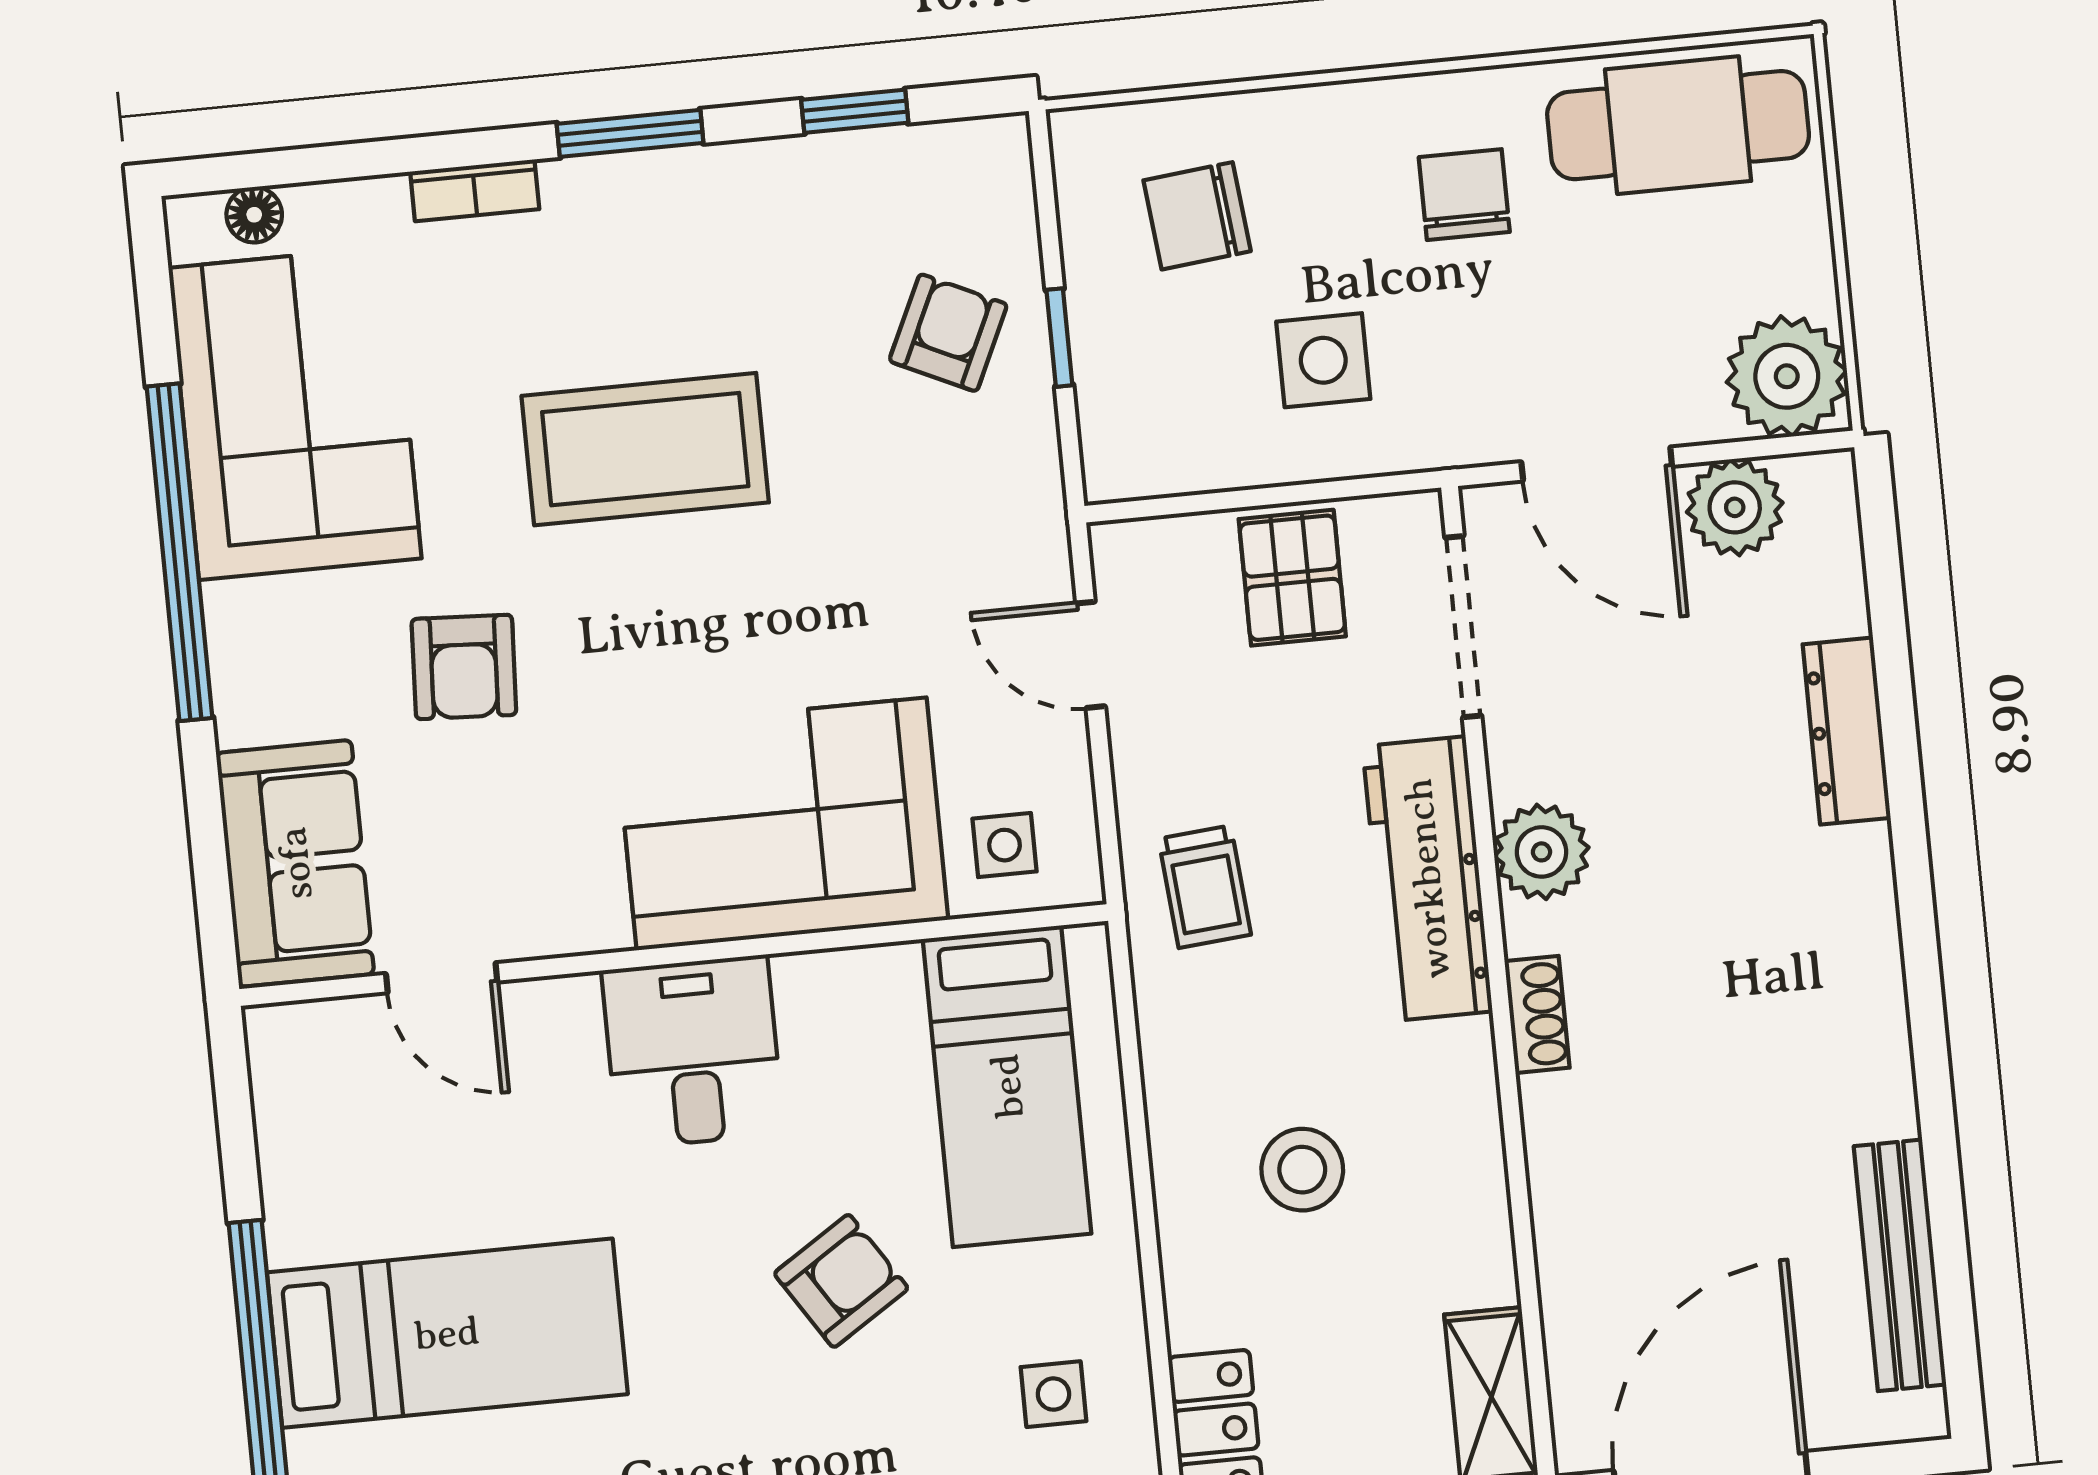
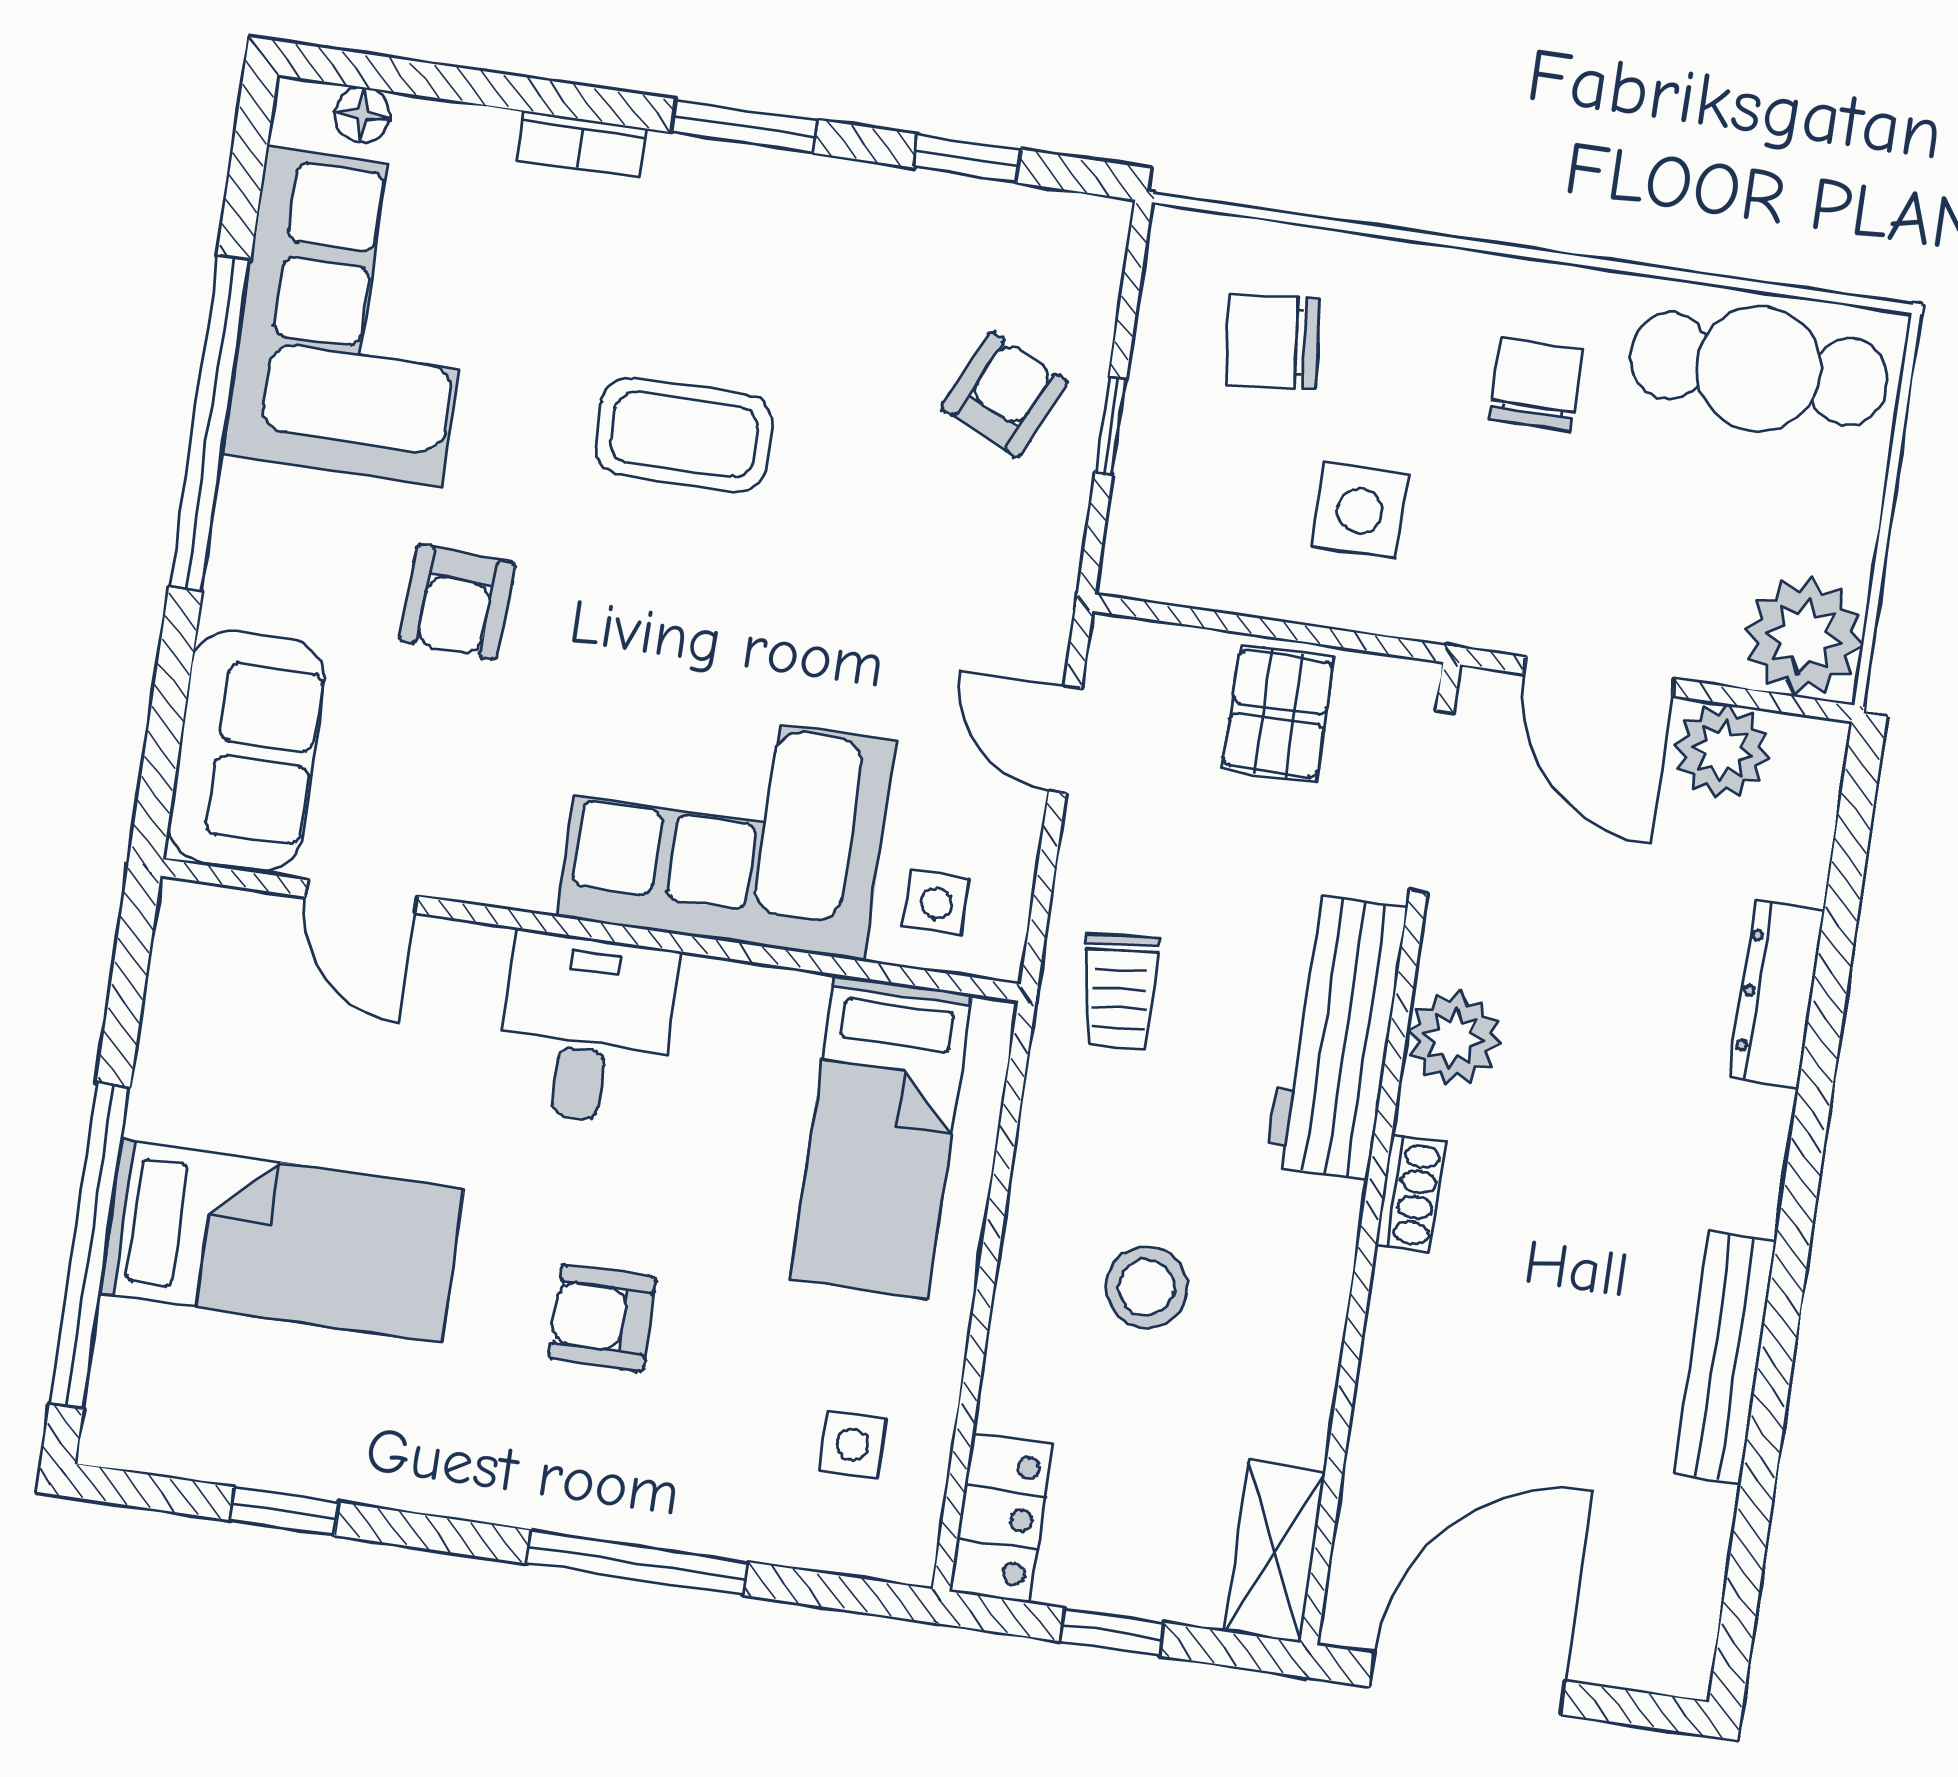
coffee table: (645, 449) -> (684, 435), width x0.73, depth x0.76
bench: (1900, 1265) -> (1725, 1358), moved
armchair: (841, 1281) -> (602, 1318), moved, turned -147

